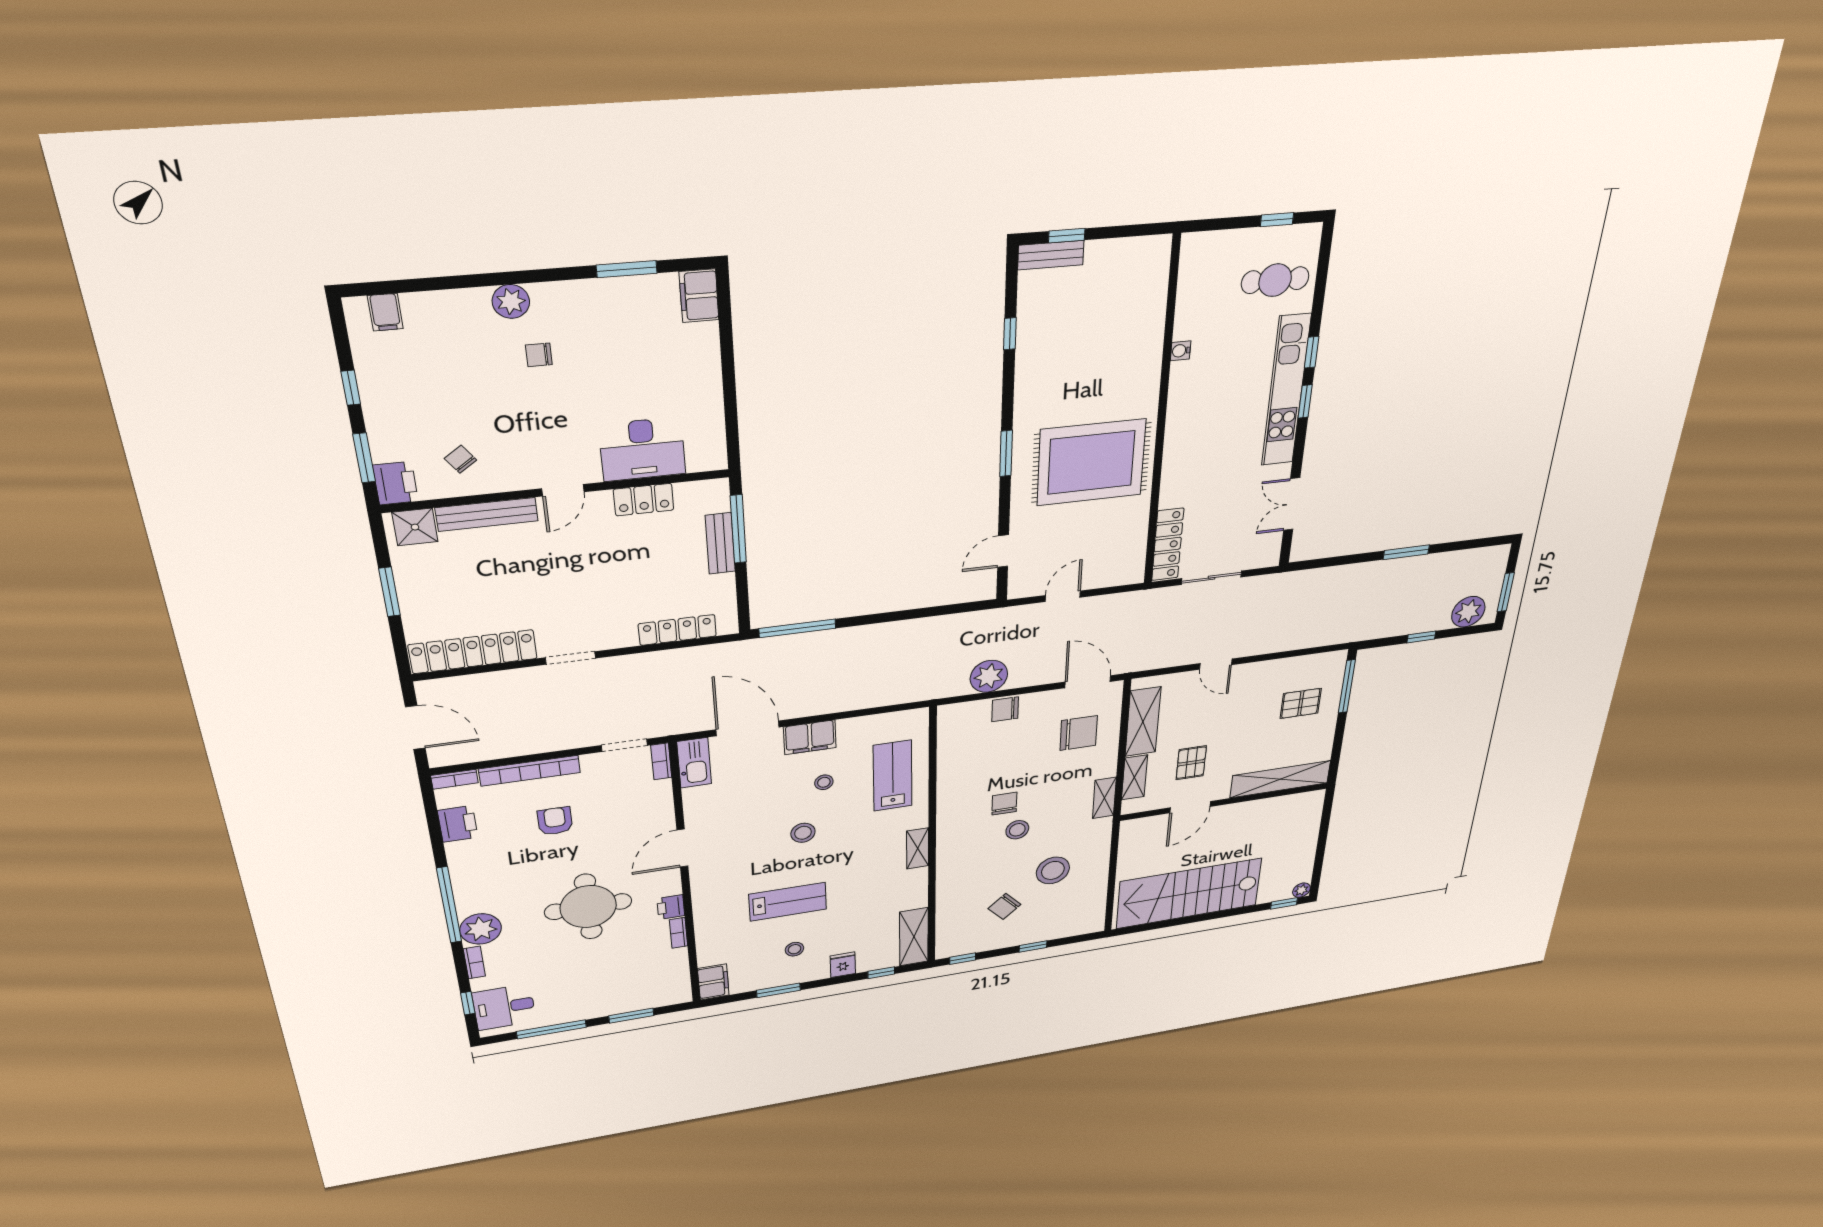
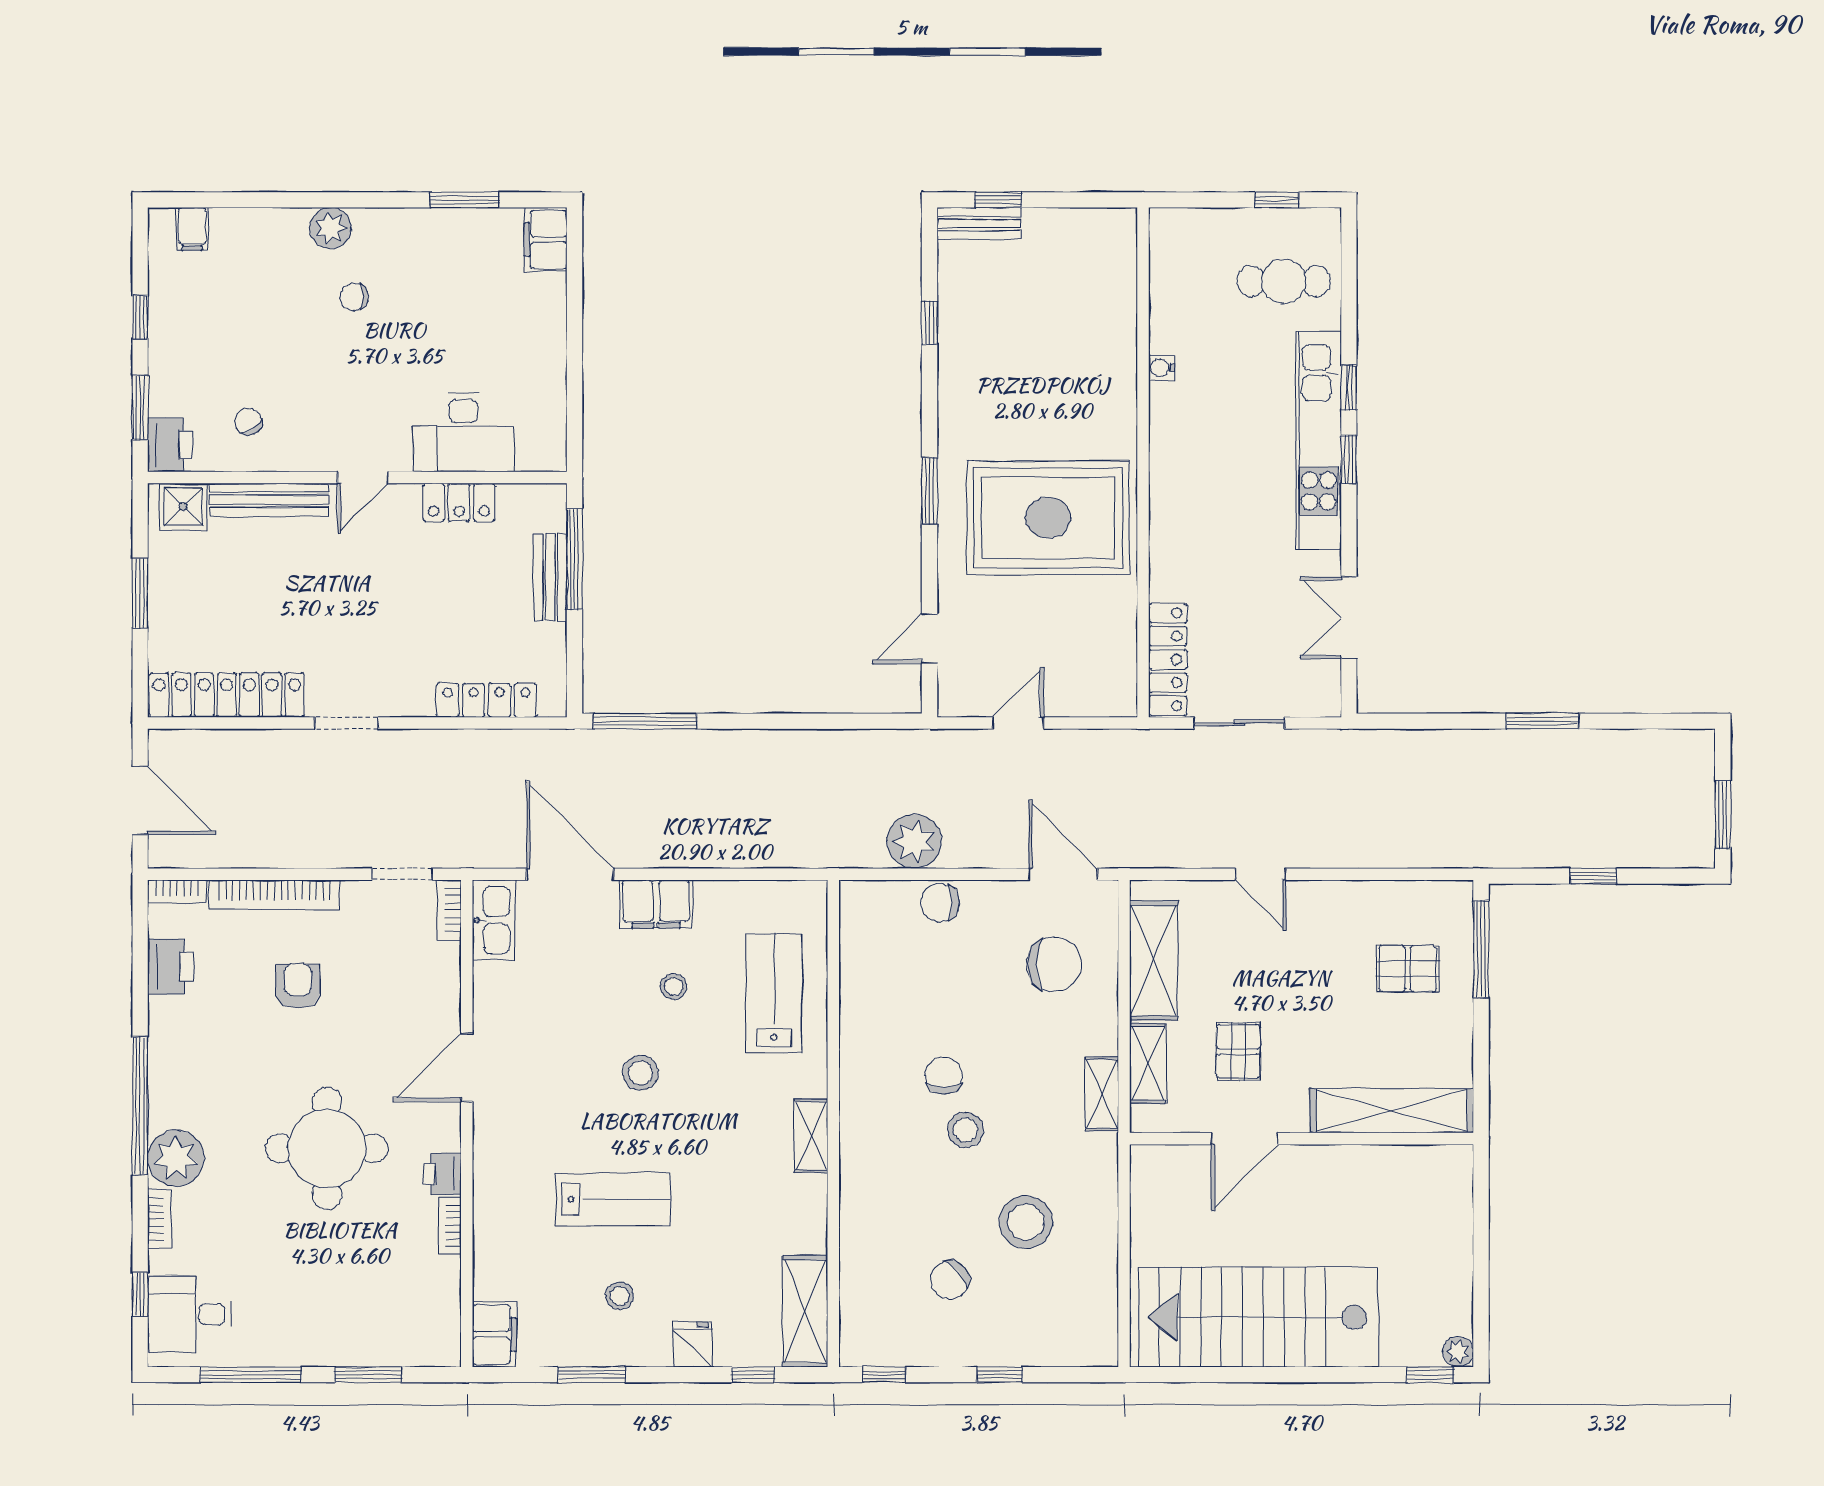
plant: (1468, 612) -> (1665, 841), removed

